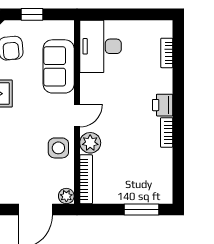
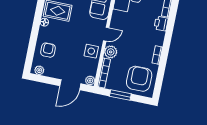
printer: (163, 105) -> (161, 24), moved
armchair: (145, 177) -> (139, 79), added
window: (142, 209) -> (120, 95), moved

